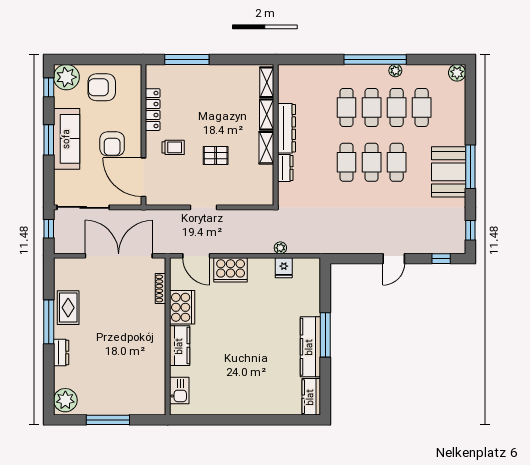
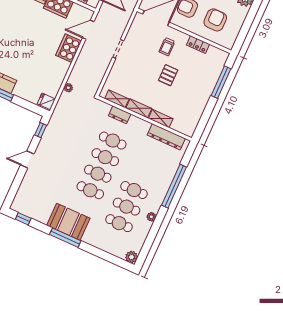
window: (375, 59) -> (174, 186), moved
shelving: (267, 82) -> (117, 99), moved
armchair: (102, 87) -> (215, 20), moved
cafe table: (347, 107) -> (113, 141), moved
locker: (153, 110) -> (198, 45), width x0.66
dresser: (286, 128) -> (166, 137), moved
pallet: (216, 155) -> (168, 75), moved
door: (394, 259) -> (27, 159), hinge flipped
window: (441, 259) -> (41, 130), moved
fridge: (284, 268) -> (46, 101), moved

